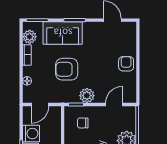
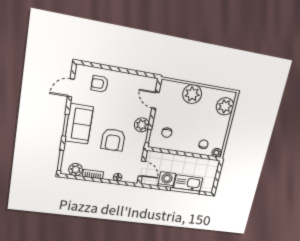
sofa: (63, 33) -> (79, 124), moved
armchair: (126, 64) -> (100, 84), moved

